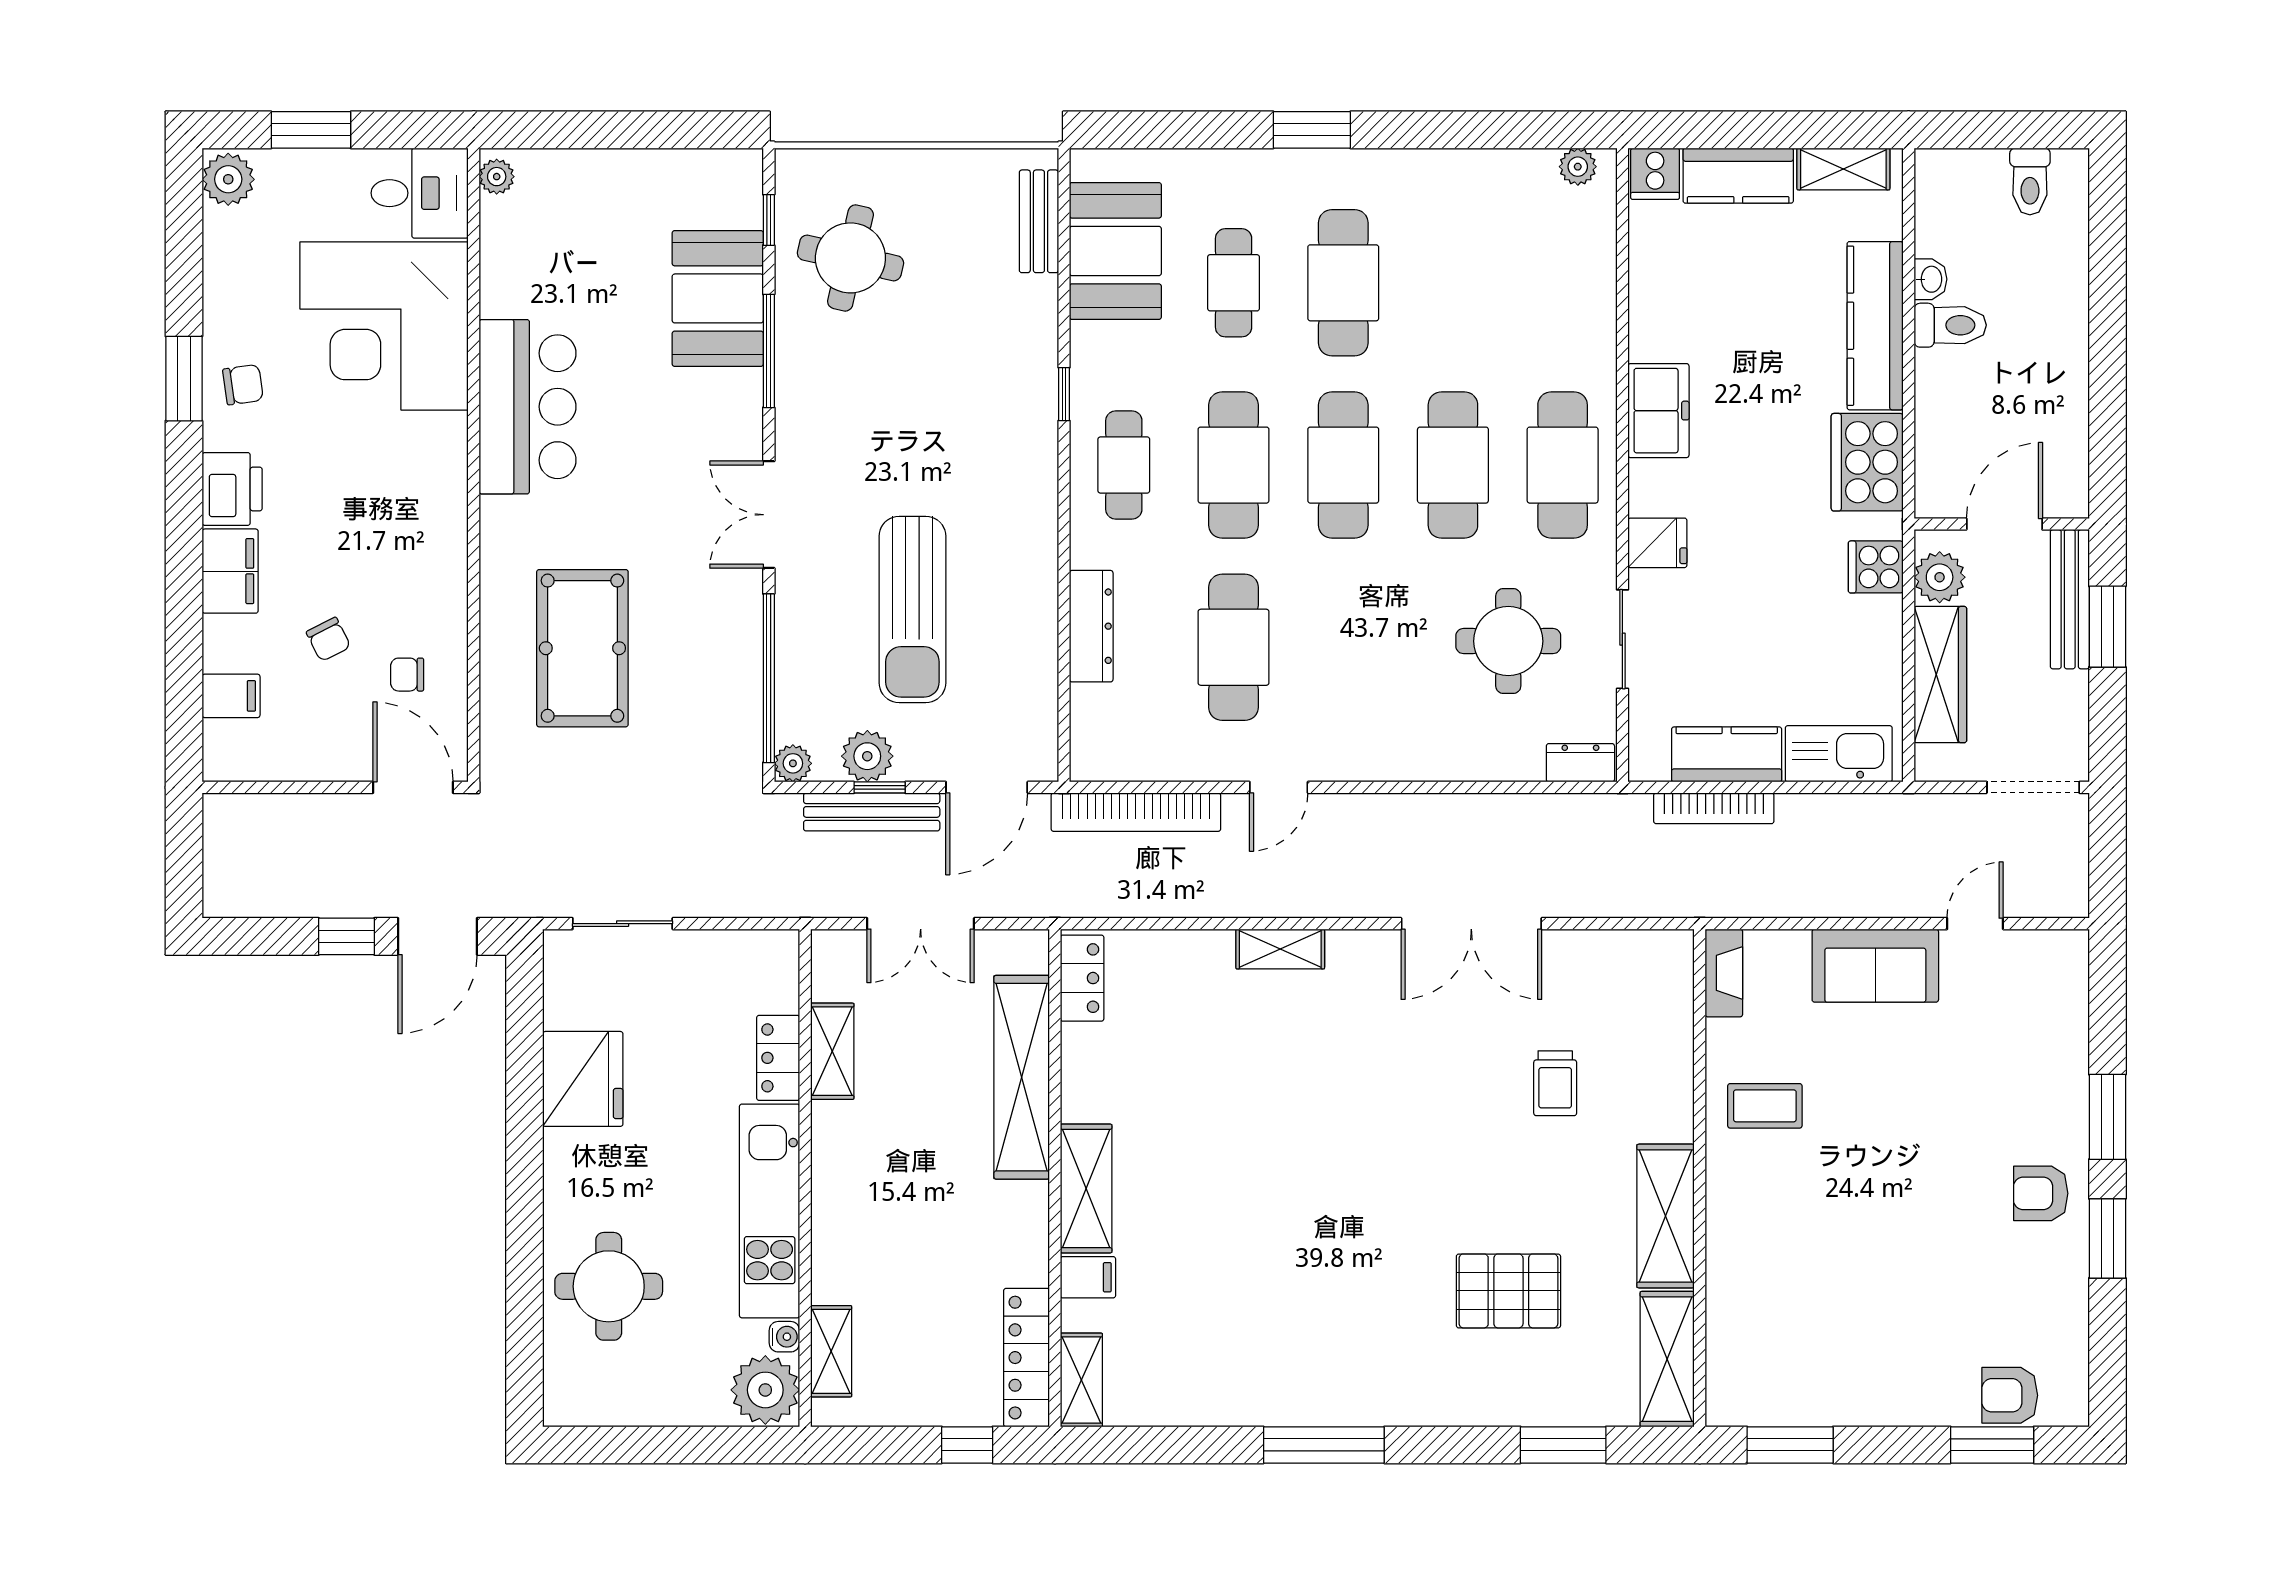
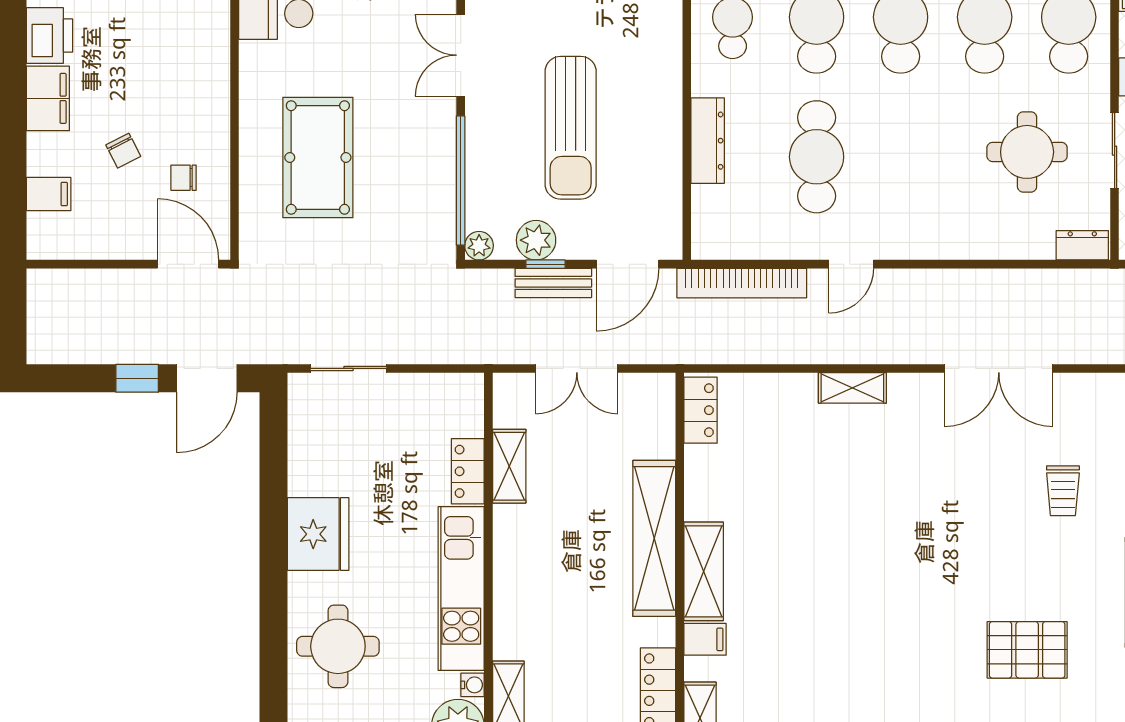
bench: (872, 812) -> (553, 283), width x0.73
shelving: (1022, 1077) -> (654, 538), moved
fridge: (583, 1079) -> (318, 534), moved

